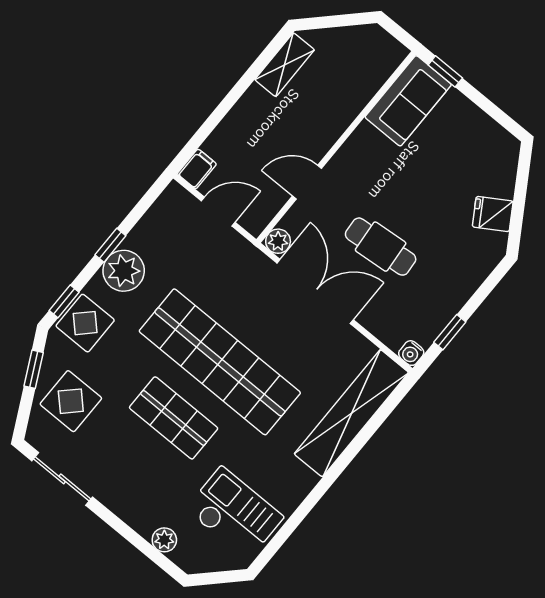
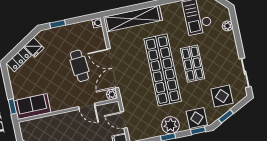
locker: (503, 169) -> (19, 59), added
window: (450, 332) -> (58, 24), moved

